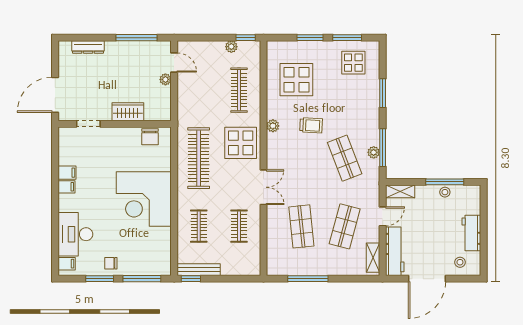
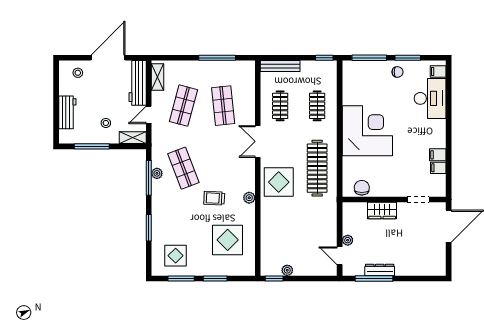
dresser: (88, 47) -> (380, 270), moved
clothes rail: (239, 90) -> (280, 230), removed
filing cabinet: (66, 187) -> (438, 168), moved
stool: (445, 192) -> (106, 123), moved
workbench: (471, 233) -> (67, 112), moved
bench: (199, 270) -> (280, 66), moved

